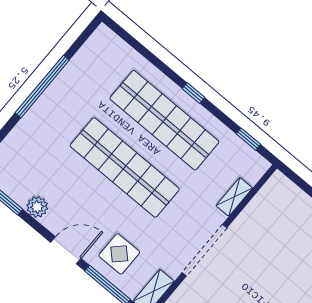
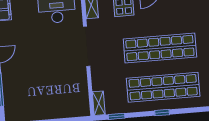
shelving: (234, 197) -> (99, 103), moved

